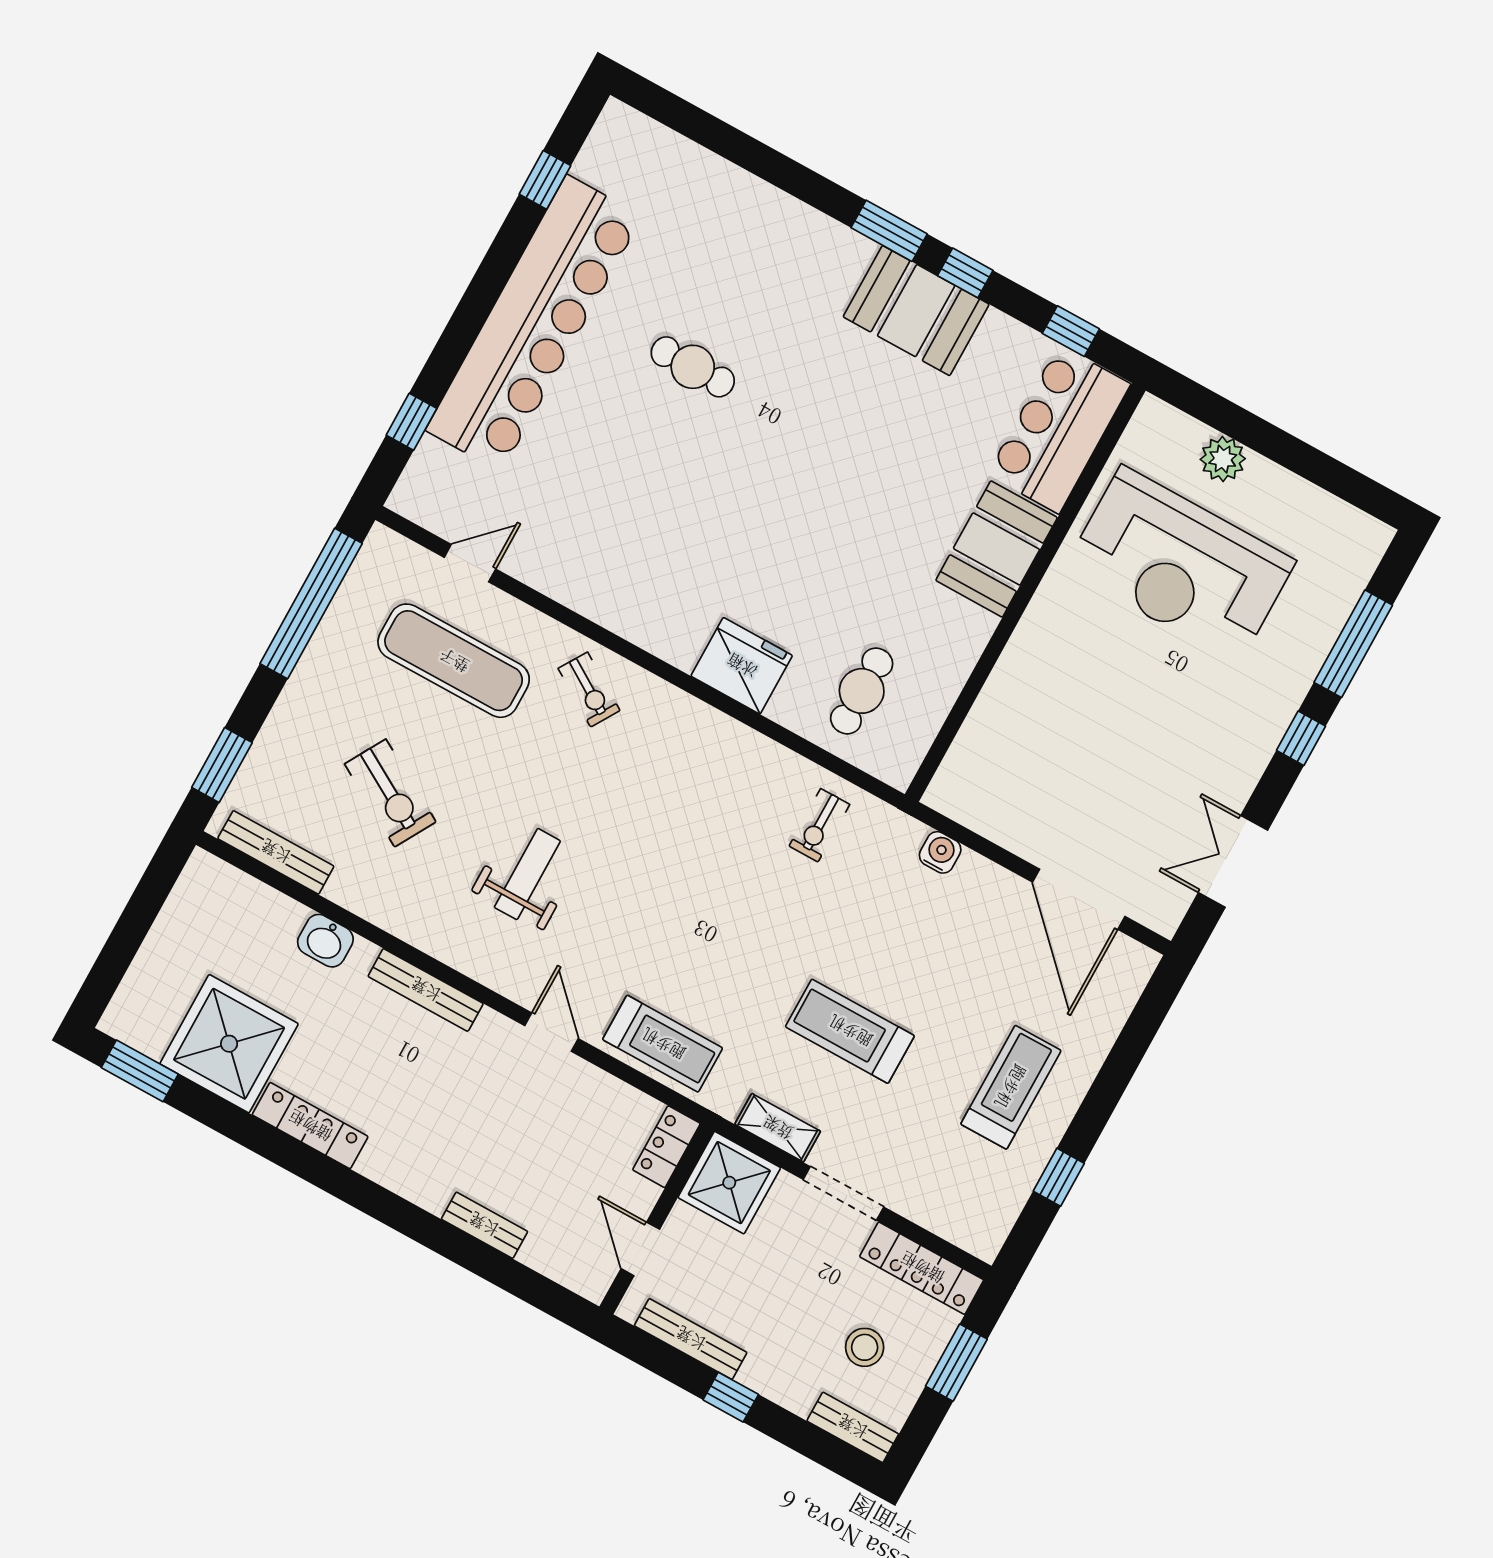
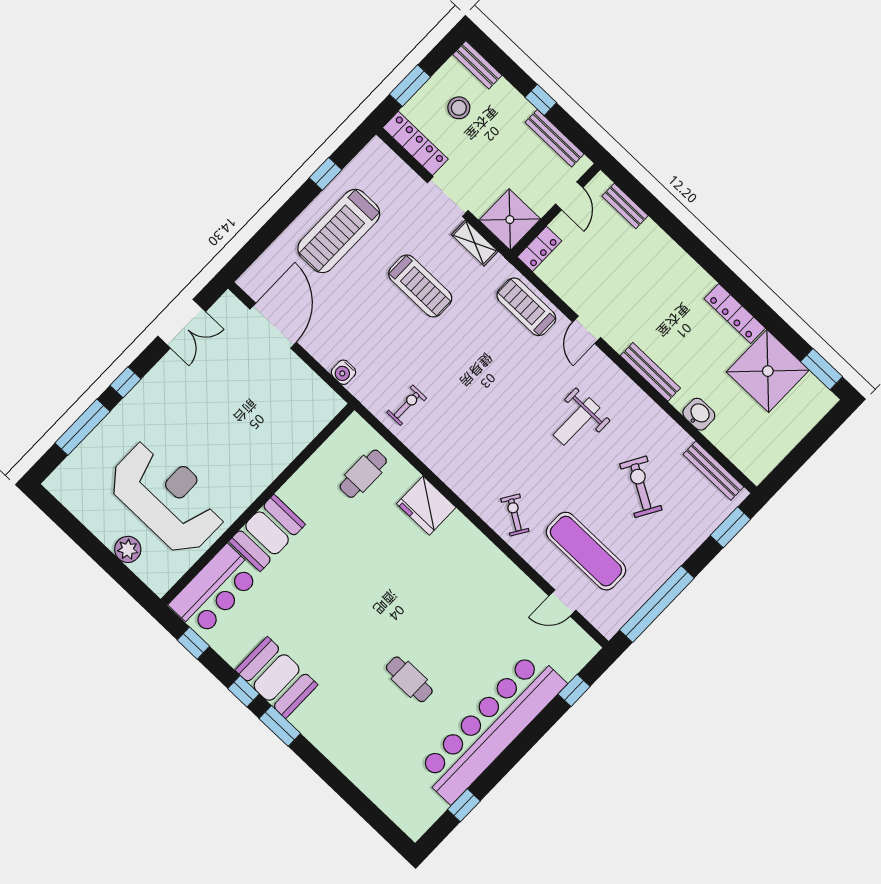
treadmill: (1011, 1087) -> (339, 231), width x1.37, depth x1.38
bench: (484, 1225) -> (625, 206), moved

